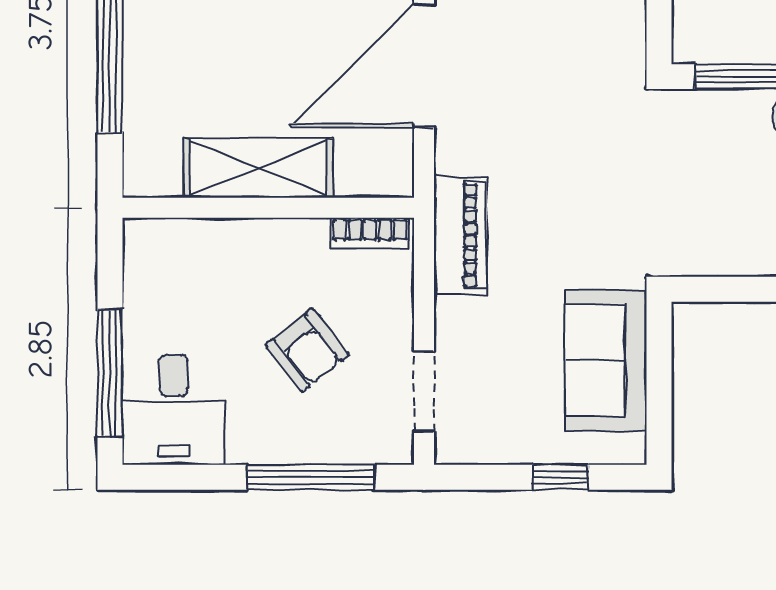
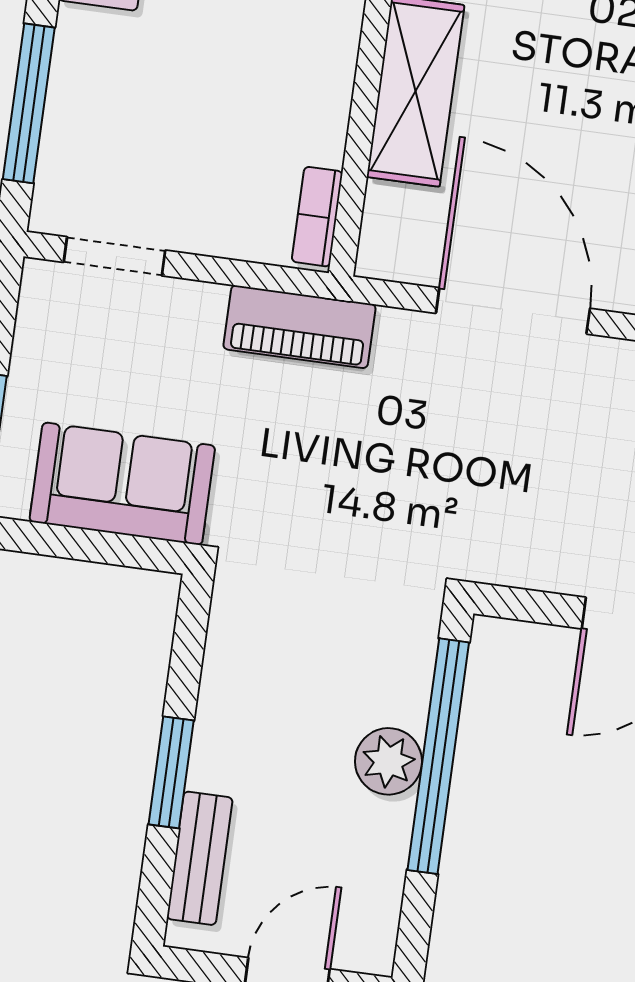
armchair: (307, 350) -> (185, 120), removed

